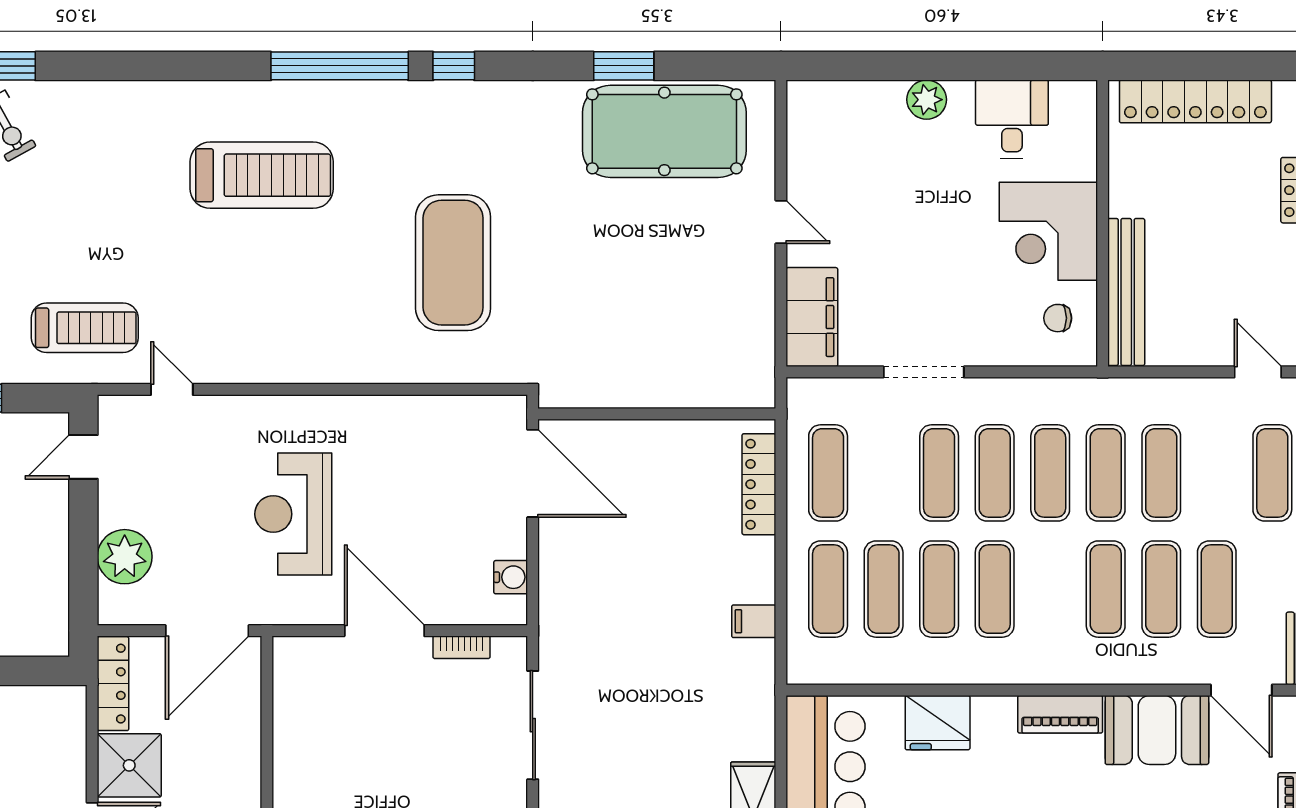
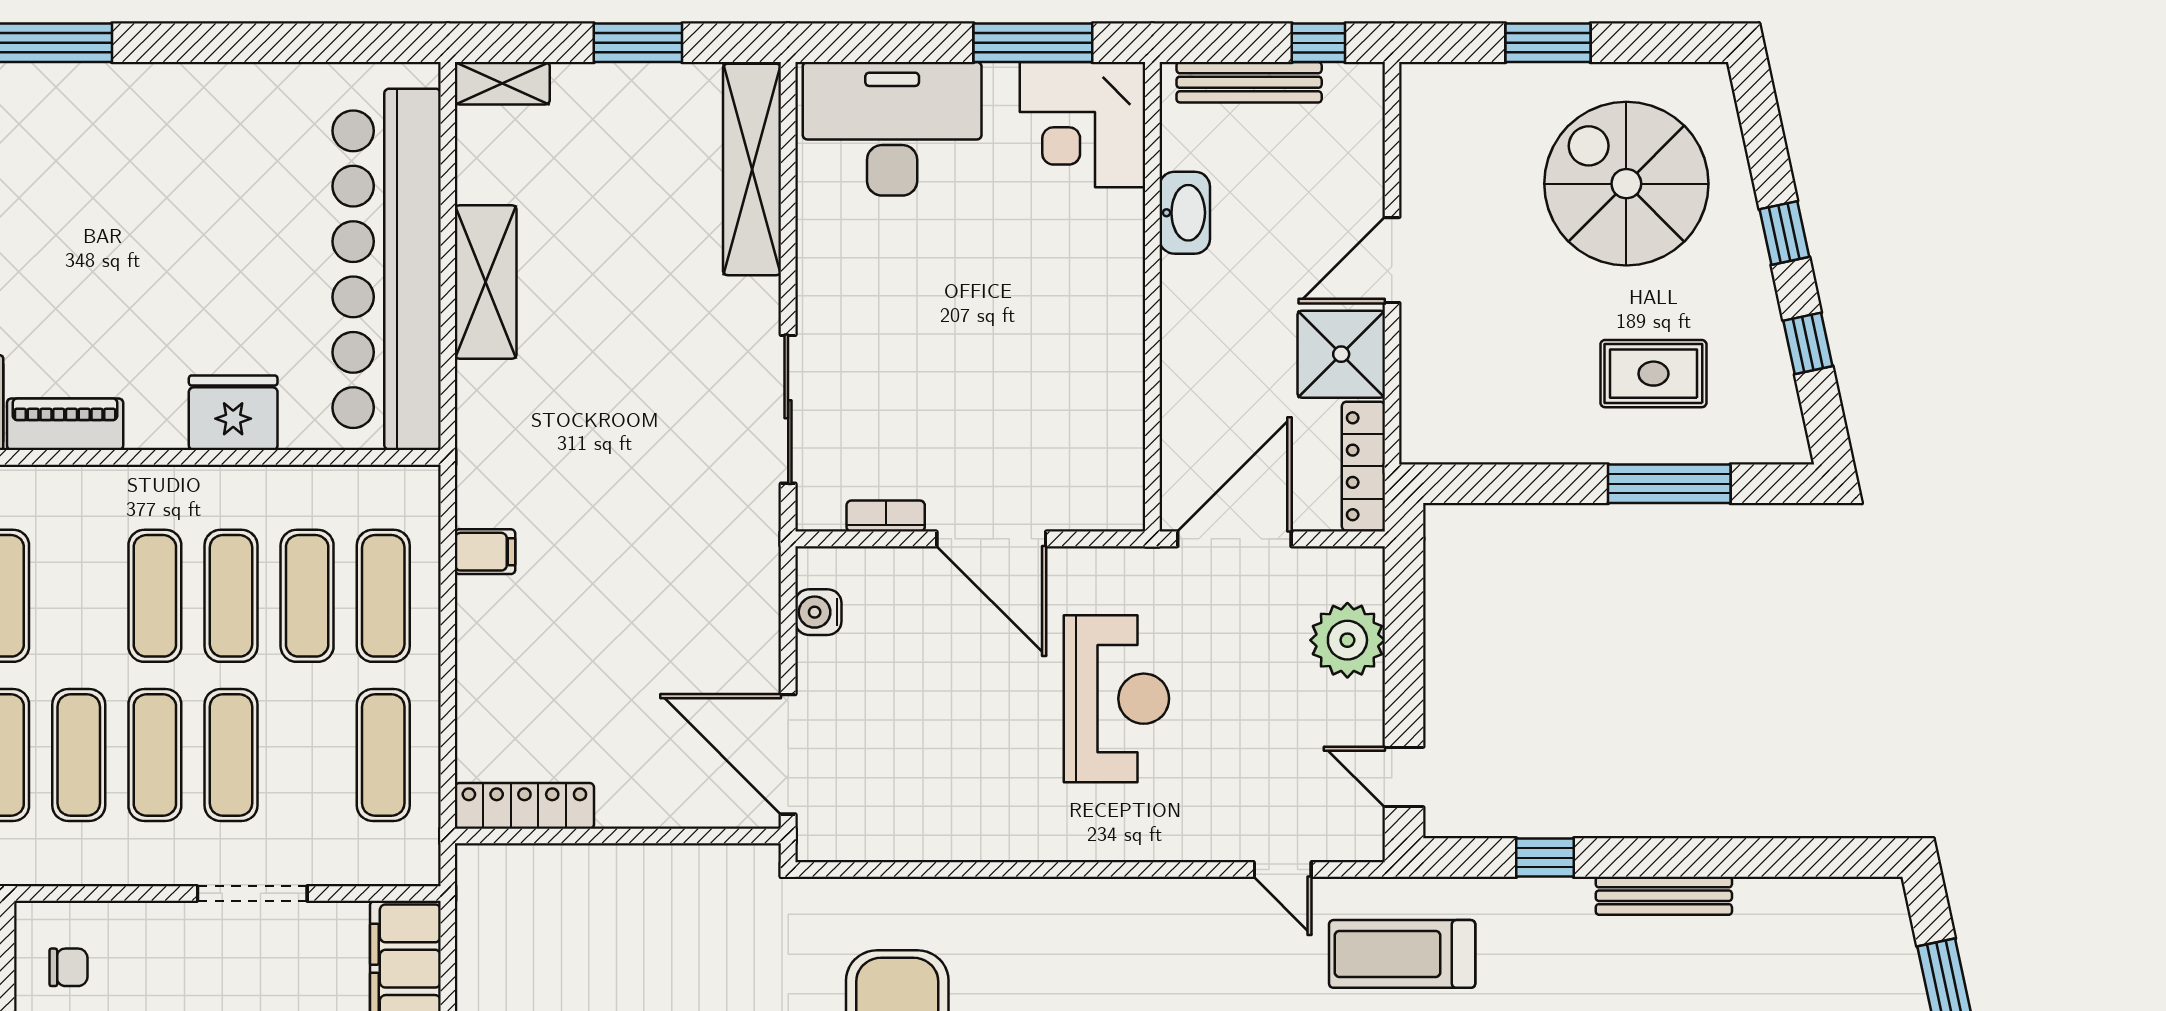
door: (83, 457) -> (1404, 777), swing flipped
locker: (759, 484) -> (524, 806), moved, turned -90

